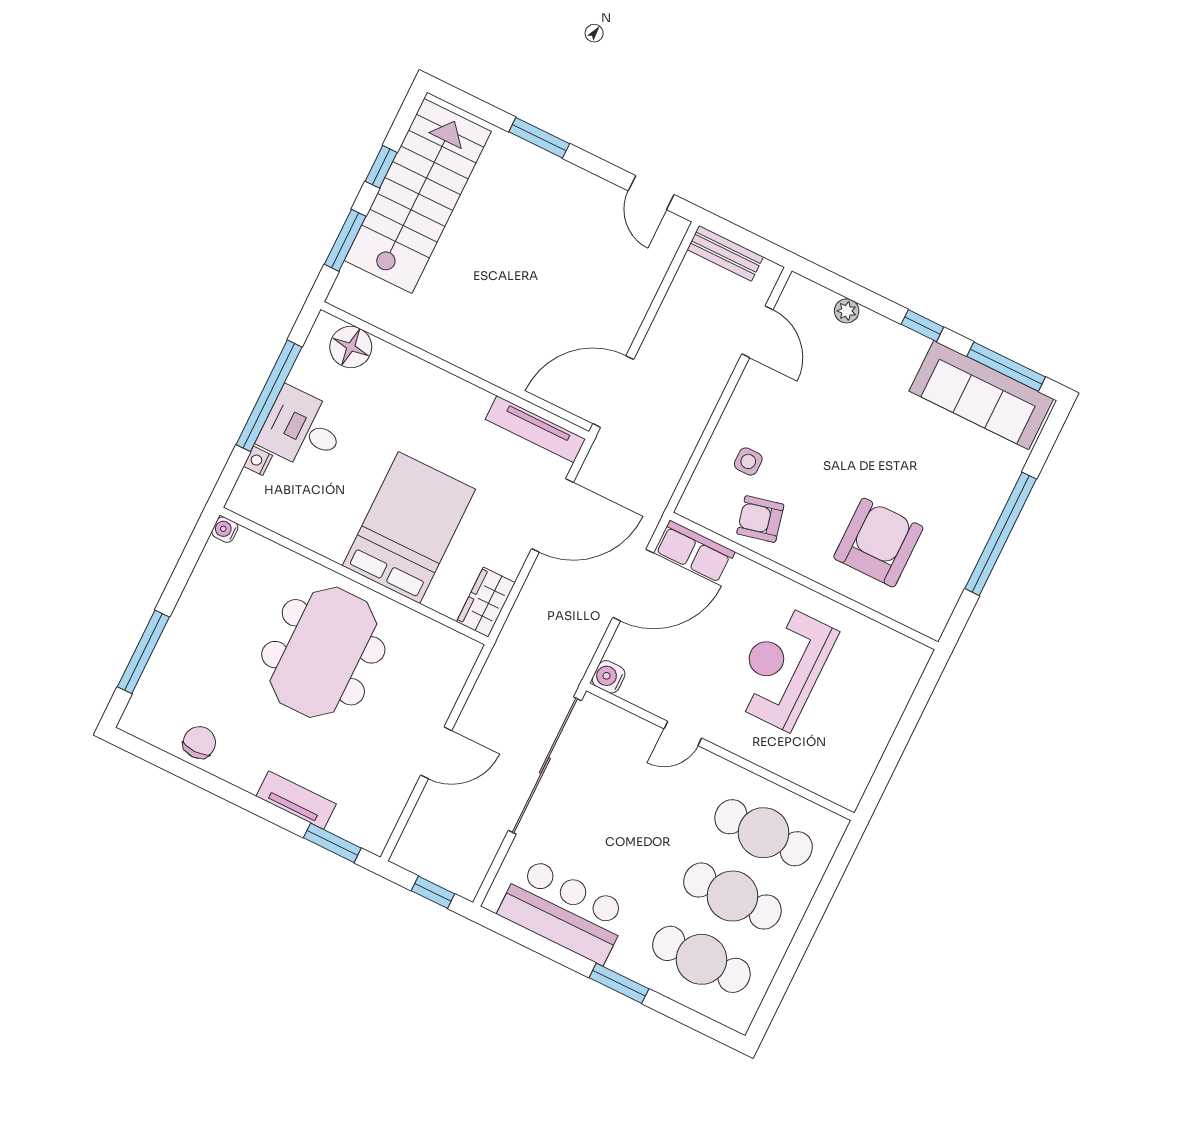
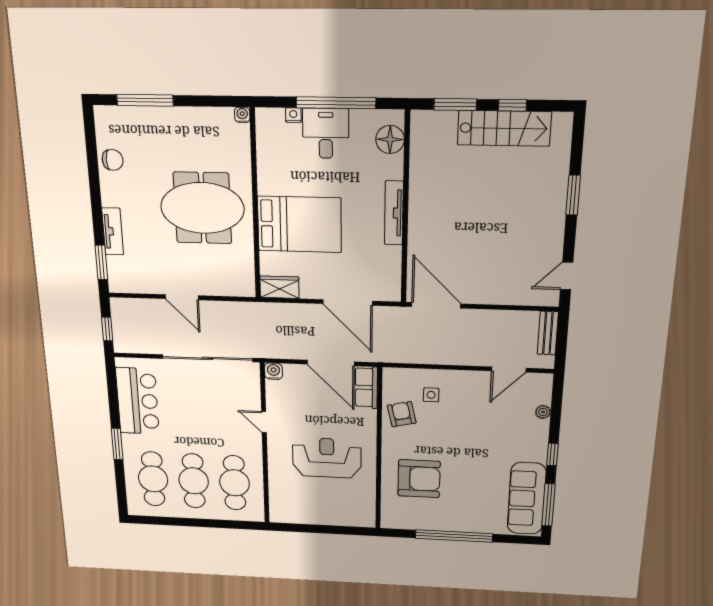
stairs: (418, 196) -> (504, 128), width x0.73, depth x0.66
tv unit: (535, 429) -> (394, 213), moved

